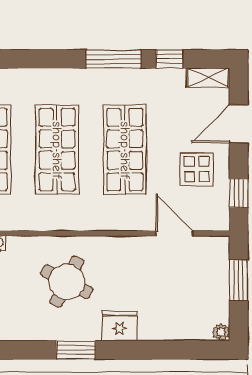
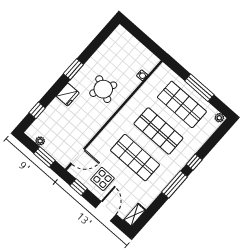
window: (170, 59) -> (194, 162), moved
door: (174, 233) -> (78, 156), moved
plant: (221, 332) -> (40, 141), moved
window: (181, 350) -> (37, 110), added

